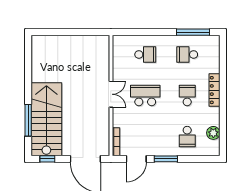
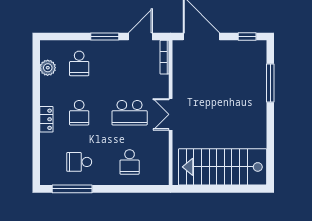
school desk: (145, 54) -> (130, 162), turned -90
school desk: (187, 54) -> (79, 162), turned 180
locker: (214, 90) -> (46, 119), width x0.66
stairs: (46, 119) -> (223, 167), moved, turned 90
school desk: (187, 137) -> (79, 63), turned 180

